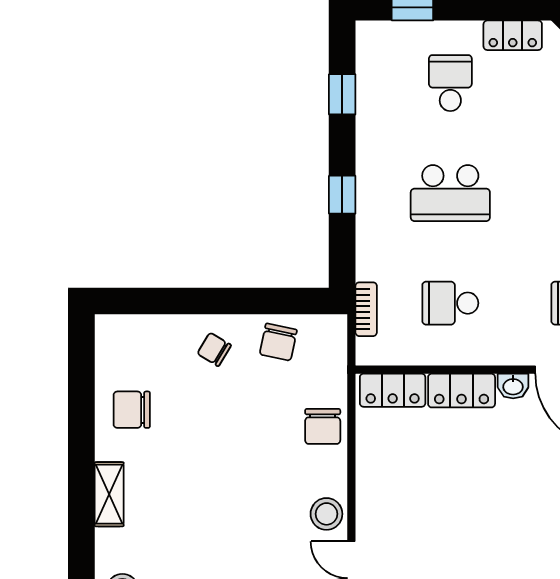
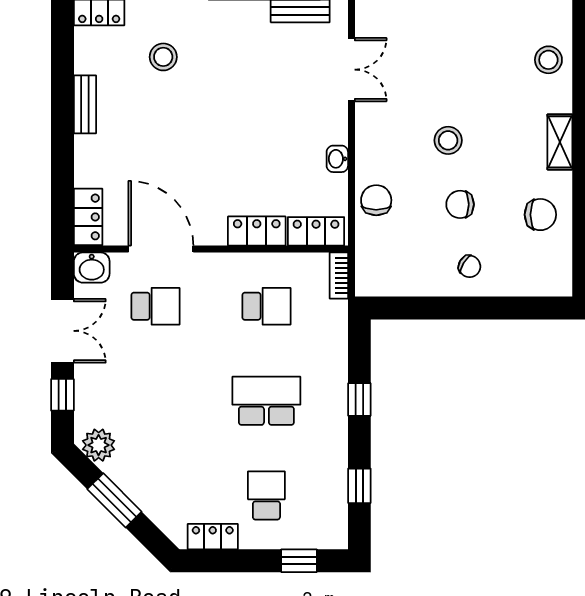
school desk: (450, 83) -> (266, 495), turned 180
bookcase: (366, 309) -> (339, 275), moved
chair: (278, 342) -> (460, 204), moved, turned -102
washbasin: (513, 386) -> (337, 159), moved, turned -90
stool: (326, 514) -> (448, 140), moved

